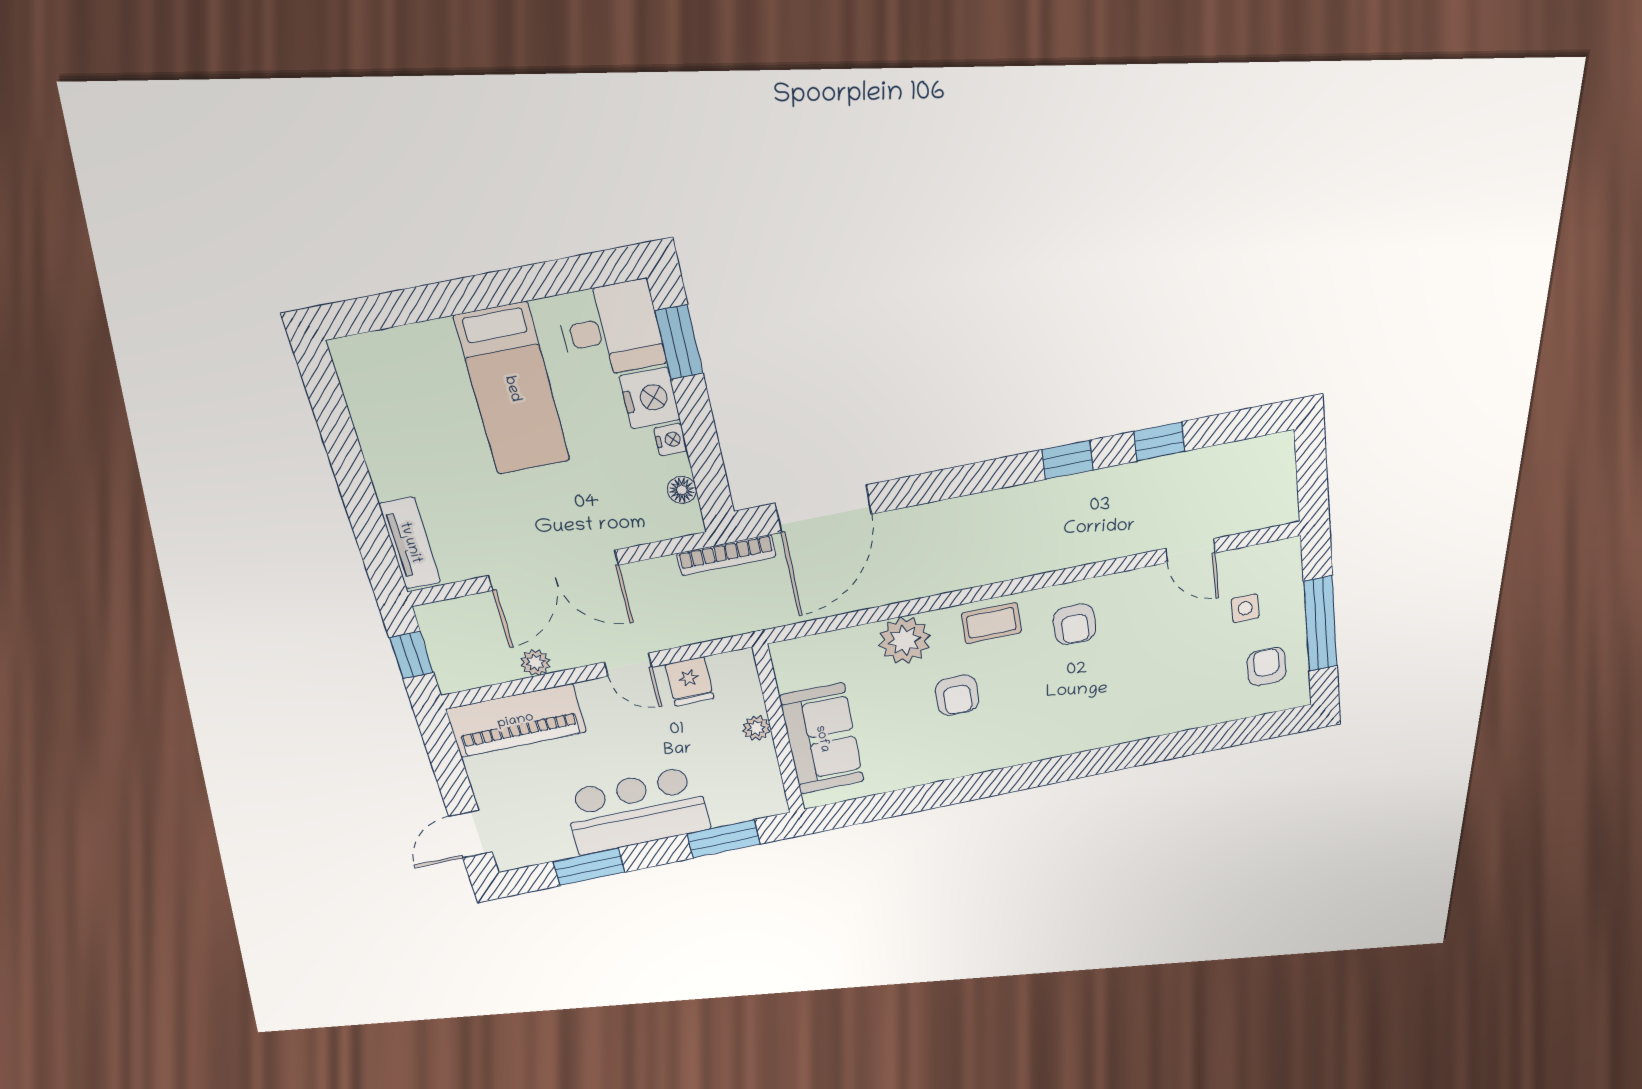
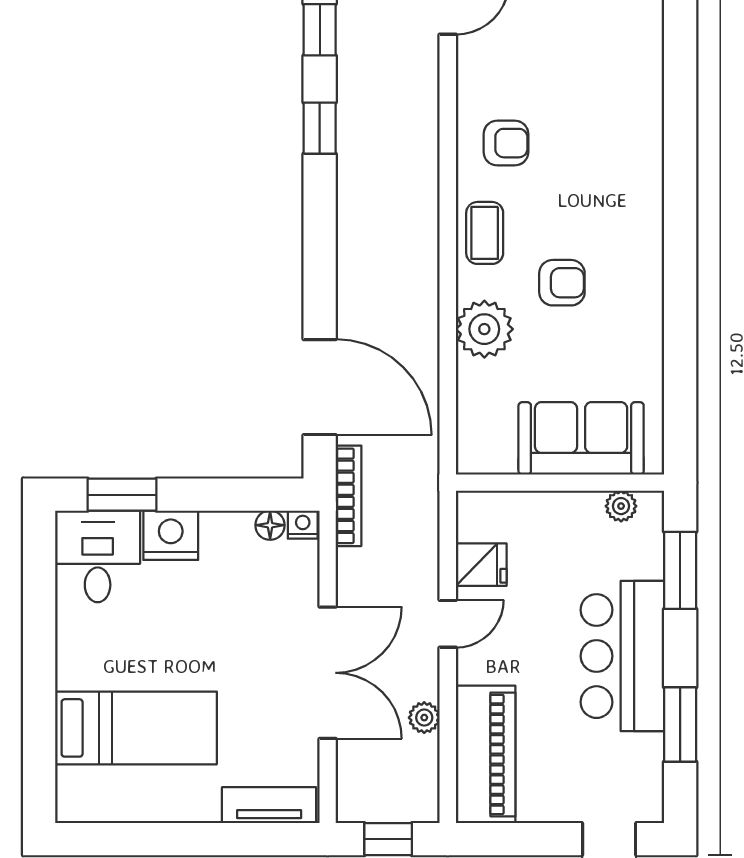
bed: (512, 389) -> (136, 728), moved
nightstand: (671, 440) -> (303, 525), moved
plant: (756, 728) -> (621, 506), moved

